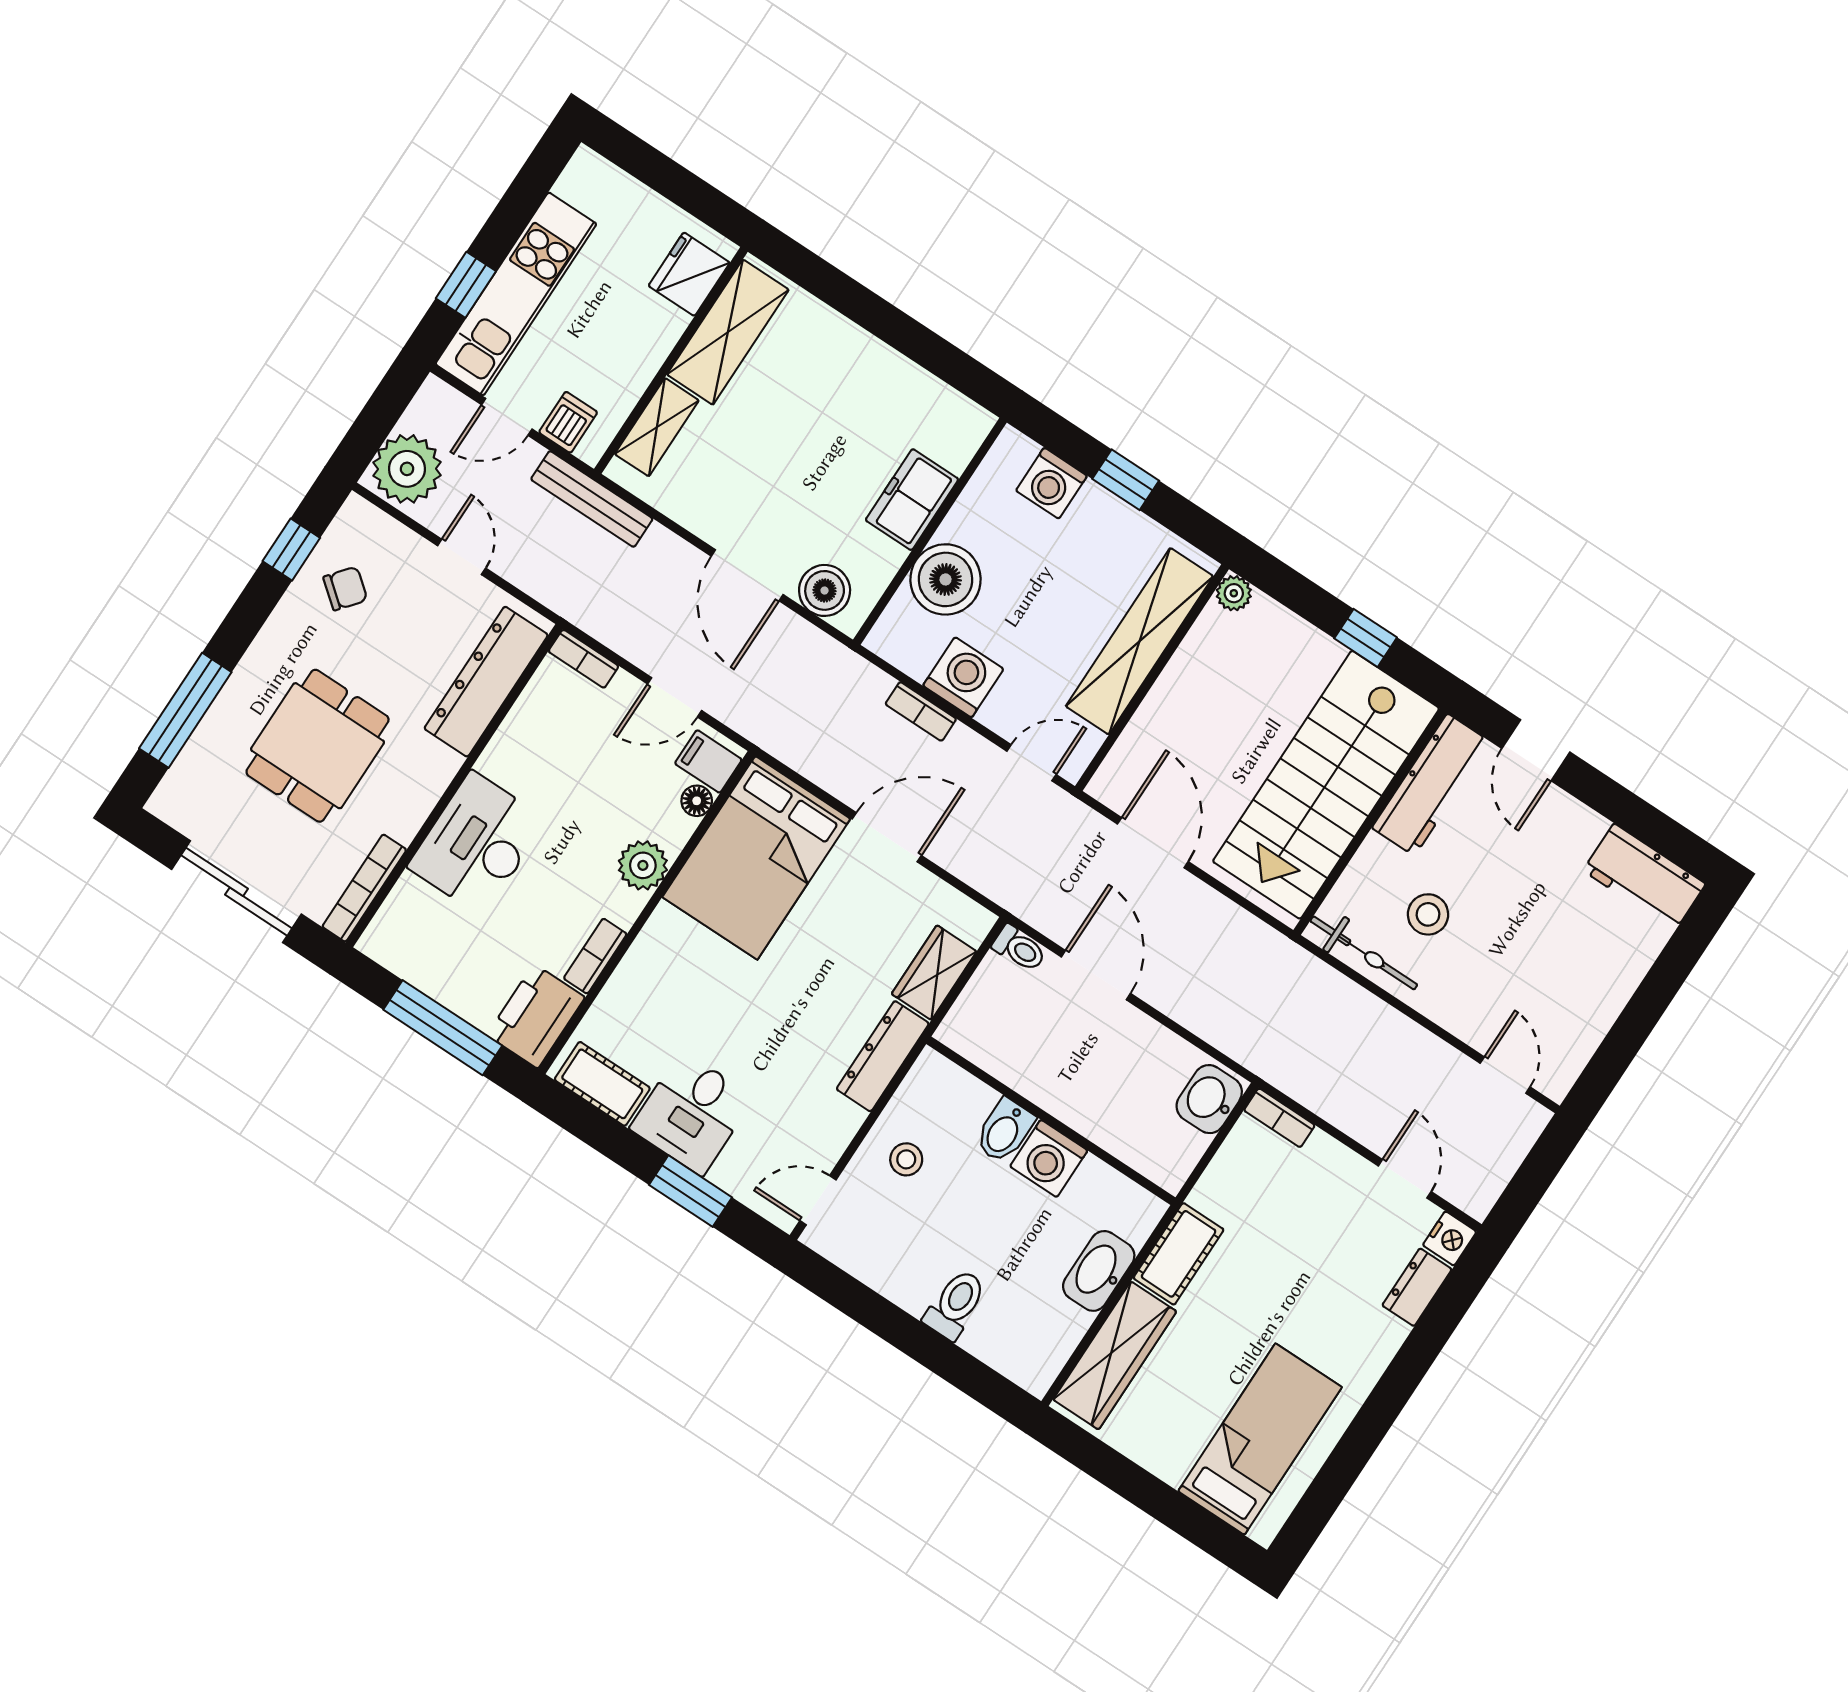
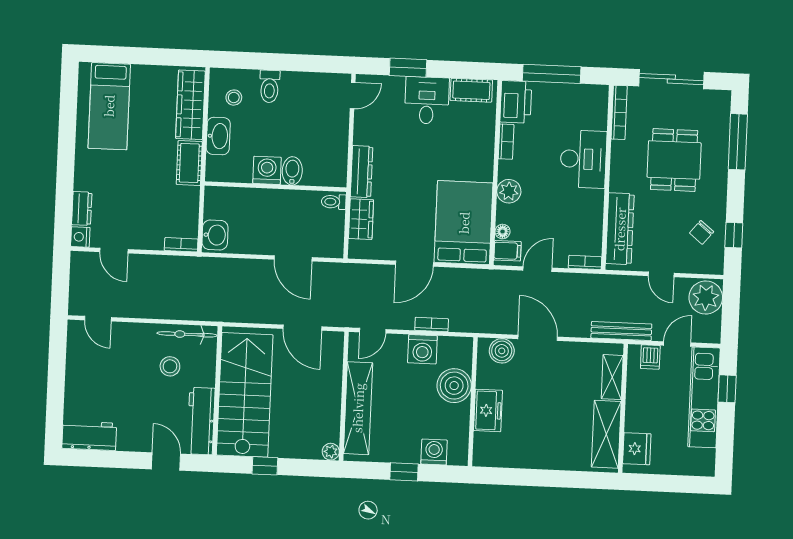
toilet: (1019, 948) -> (334, 202), moved
stool: (906, 1159) -> (234, 98), moved

